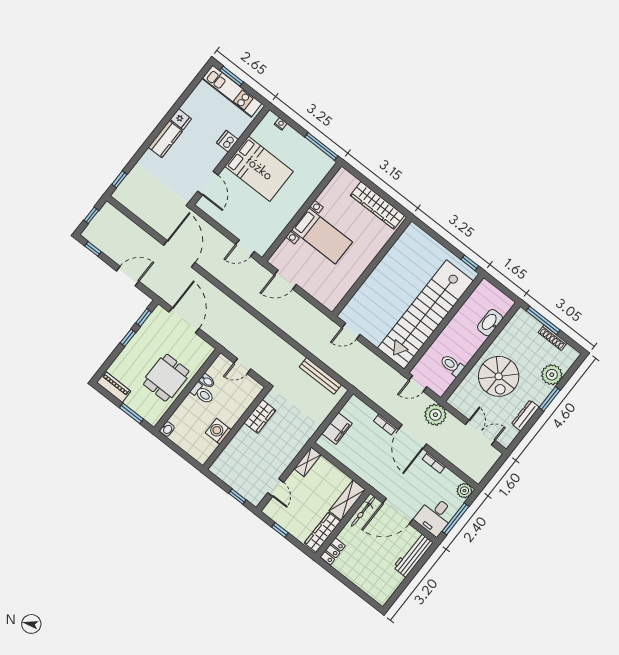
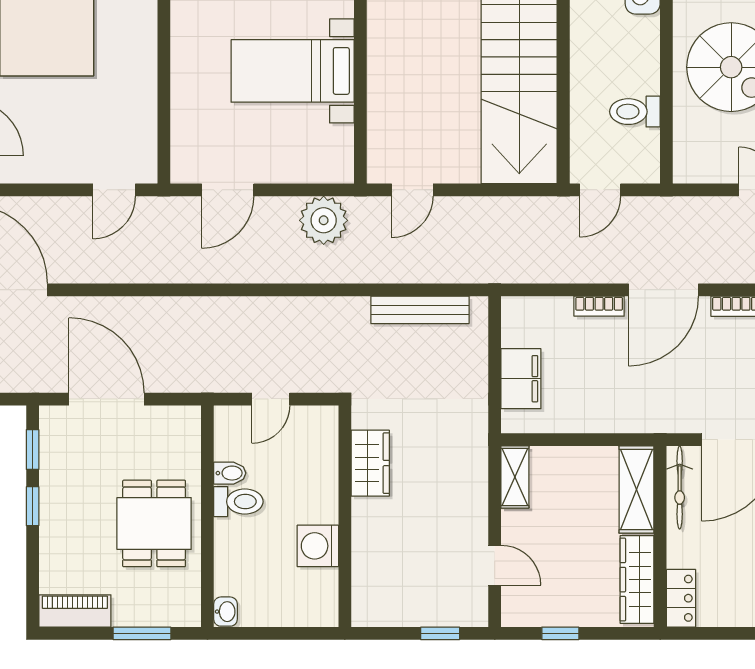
bed with nightstands: (322, 236) -> (293, 71), moved, turned 180
plant: (435, 415) -> (324, 220), moved
door: (413, 437) -> (664, 290), hinge flipped

